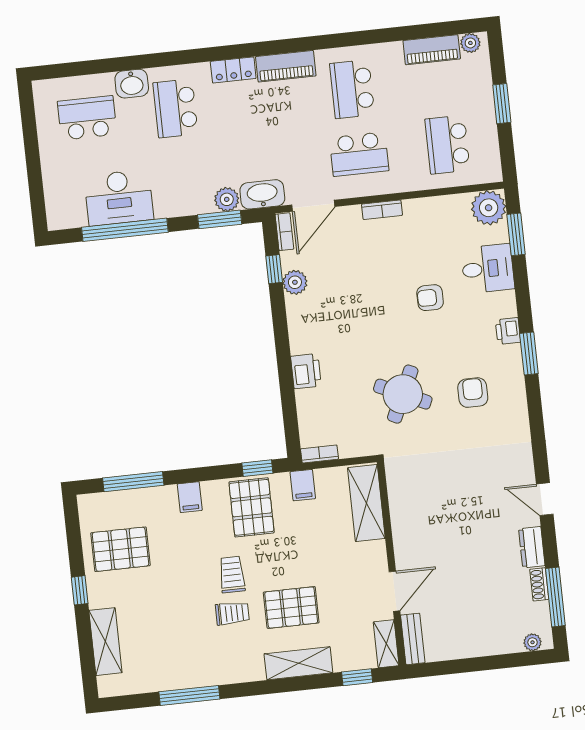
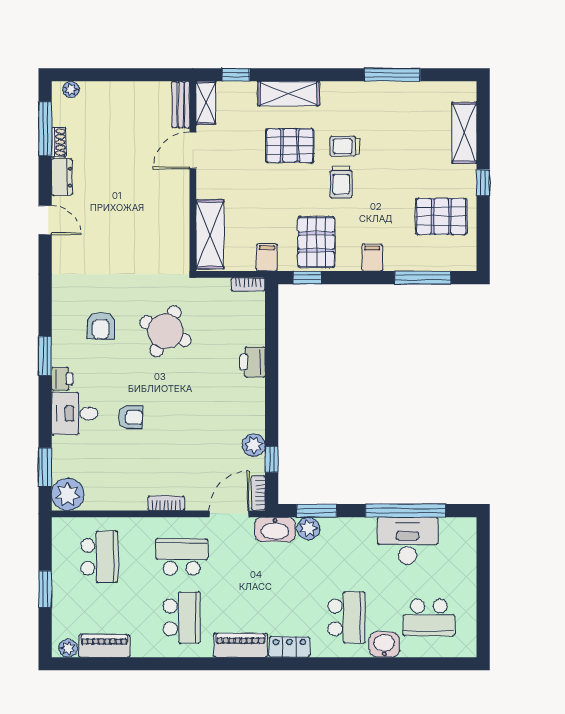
desk: (488, 269) -> (75, 414), moved

